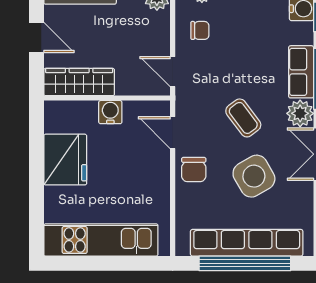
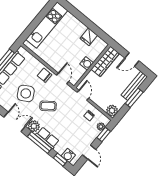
door: (173, 72) -> (83, 95), hinge flipped
door: (173, 133) -> (63, 78), hinge flipped
fridge: (65, 160) -> (89, 37), width x0.53, depth x0.75

